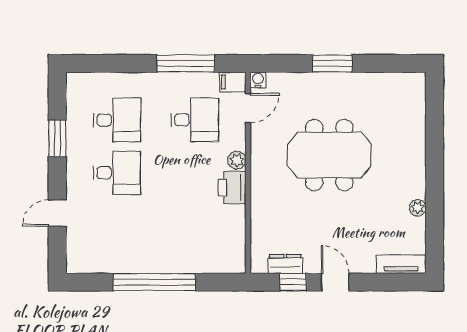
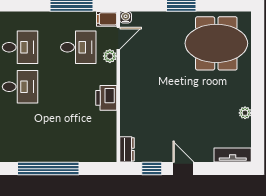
meeting table: (329, 155) -> (216, 43), moved
plant: (237, 160) -> (110, 56), moved
dresser: (285, 264) -> (127, 149), moved, turned 90

